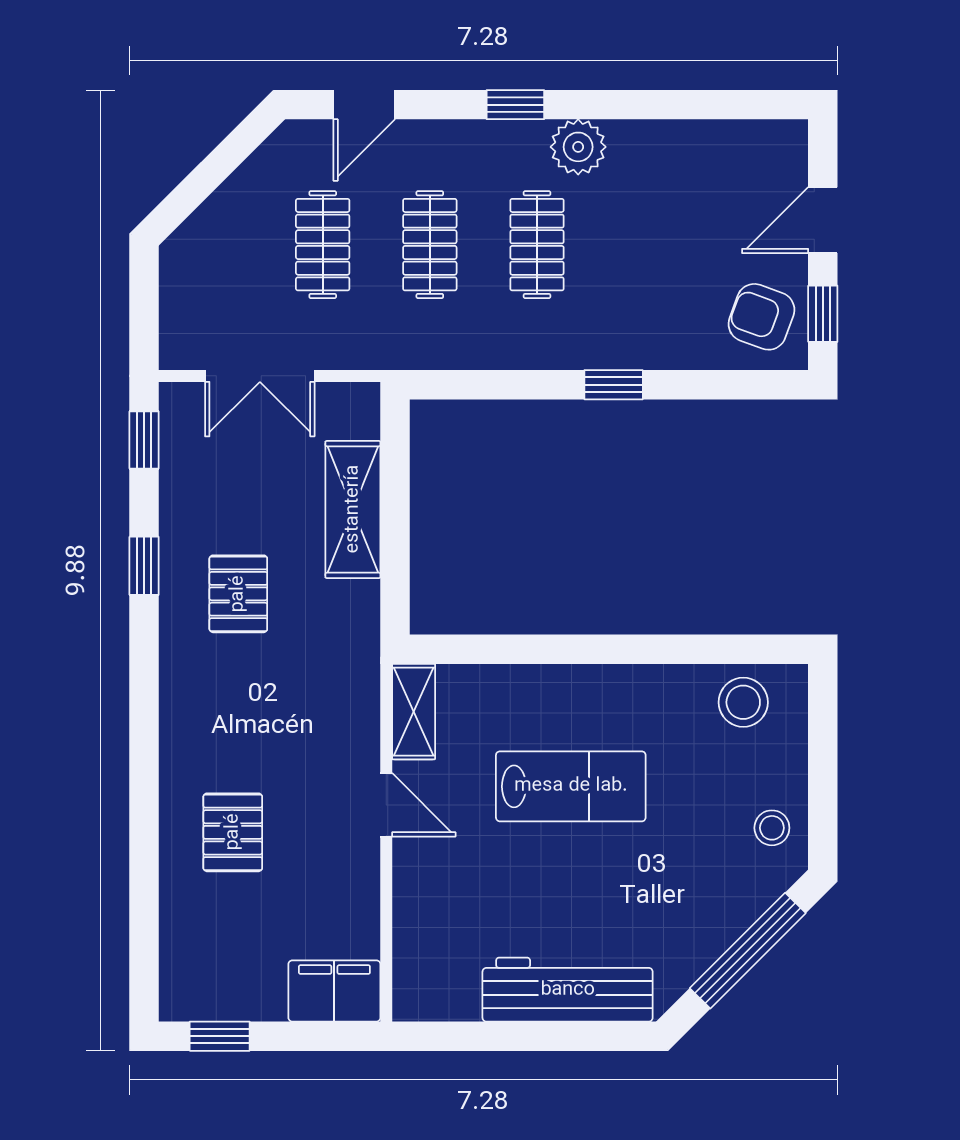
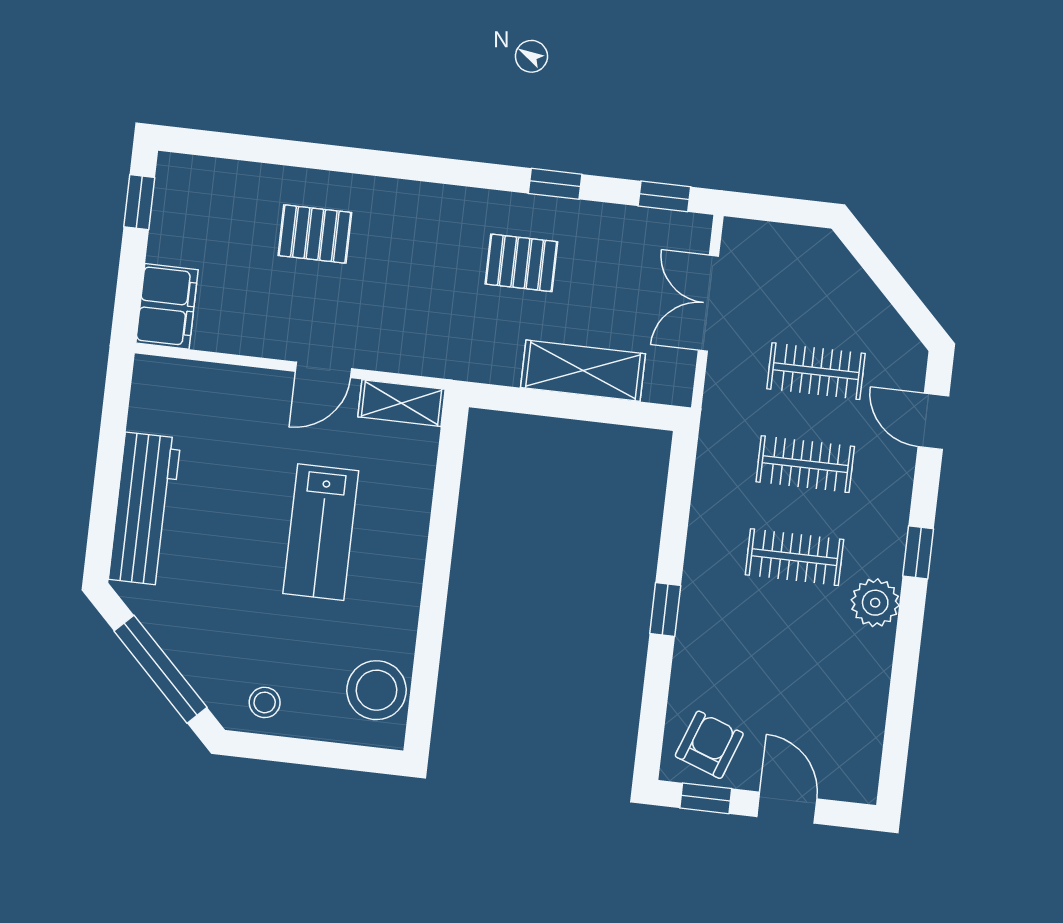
stool: (743, 702) -> (377, 690), width x1.38, depth x1.38

